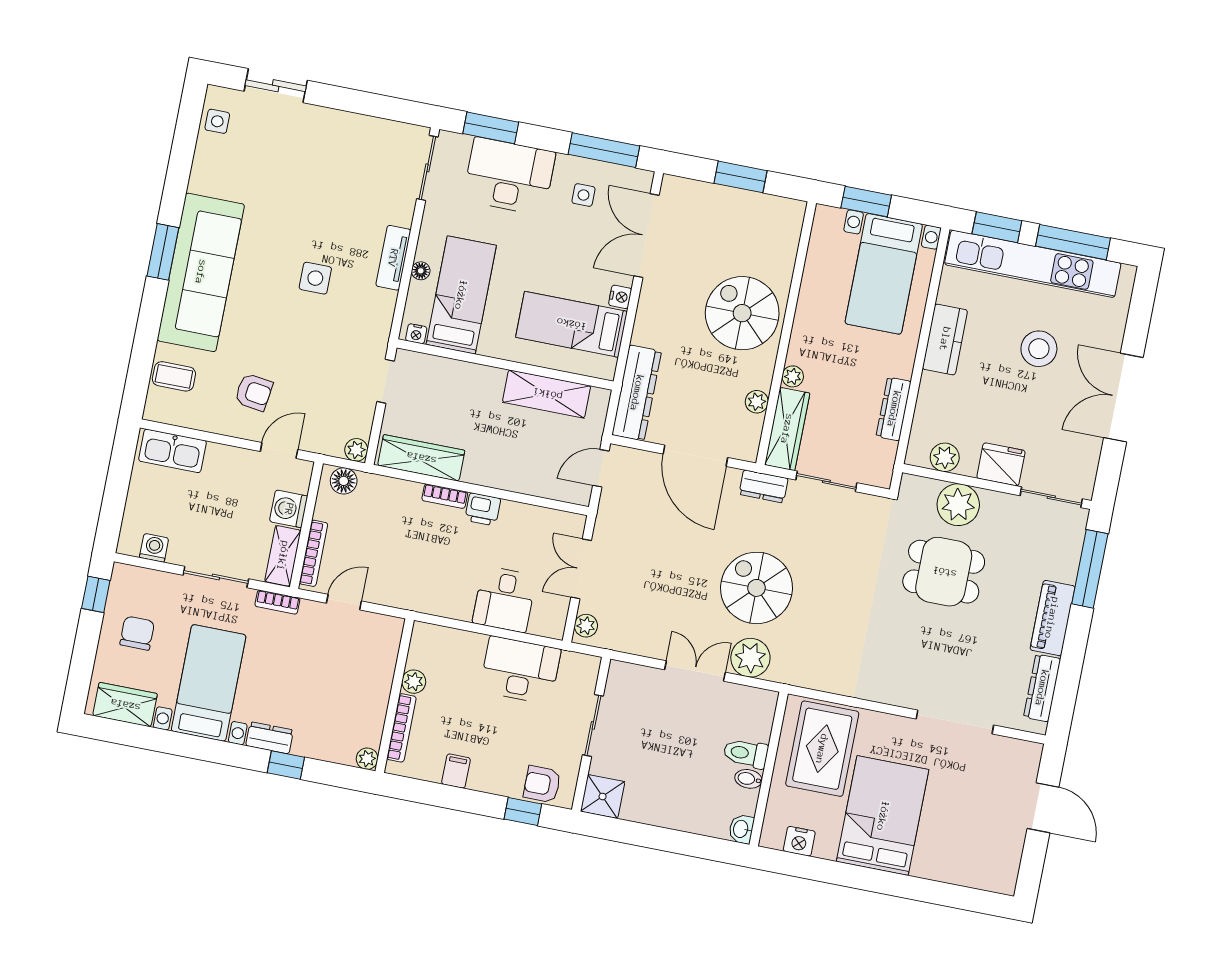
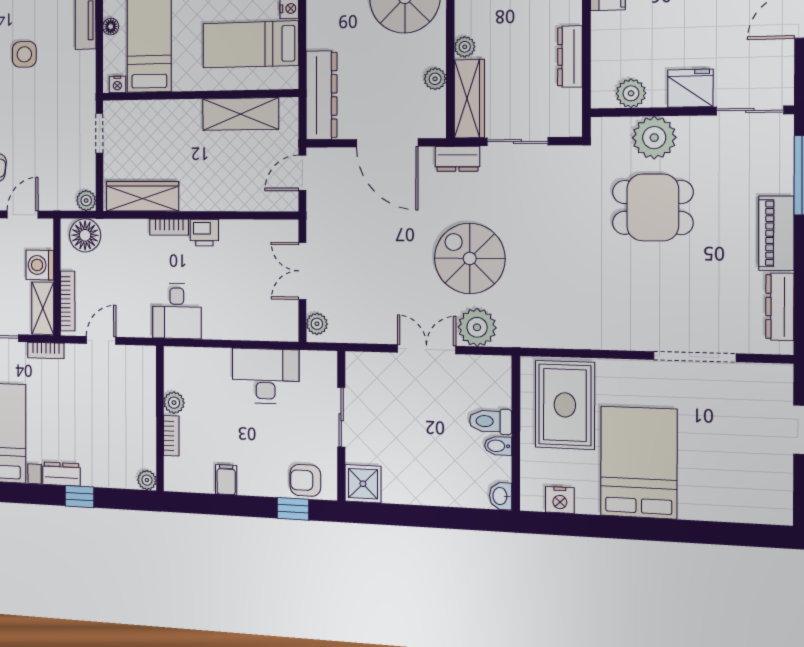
floor lamp: (344, 481) -> (85, 235), width x1.38, depth x1.38
desk: (504, 599) -> (177, 311), moved
bookcase: (401, 728) -> (171, 436), width x0.64

